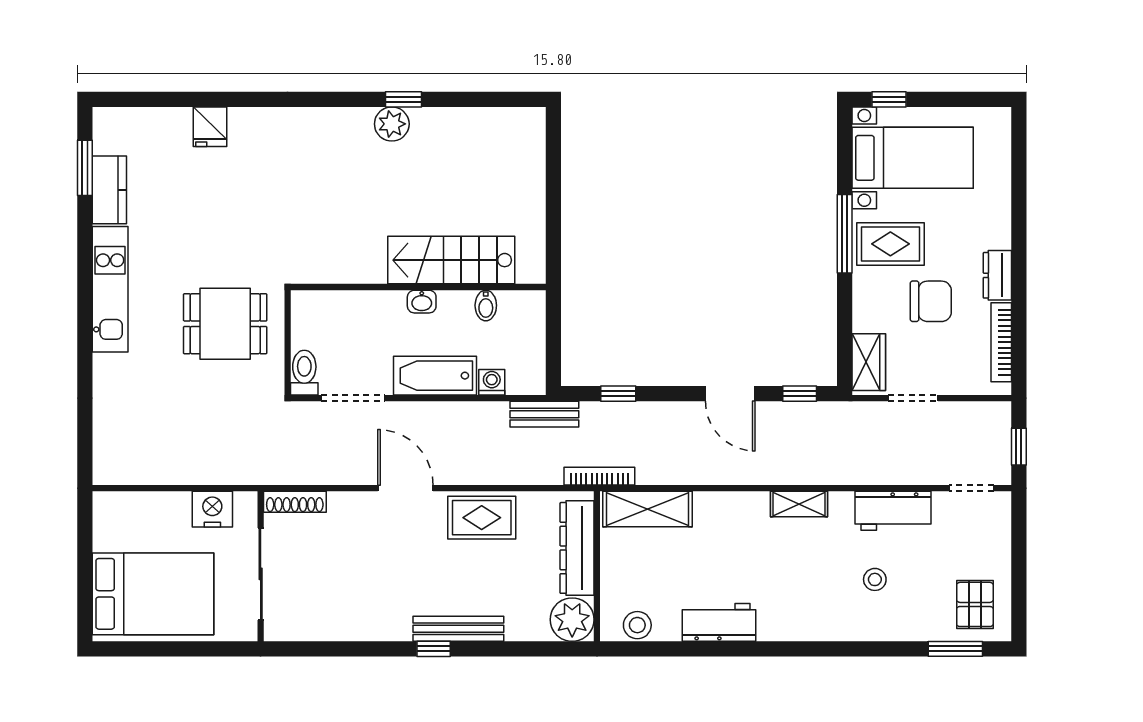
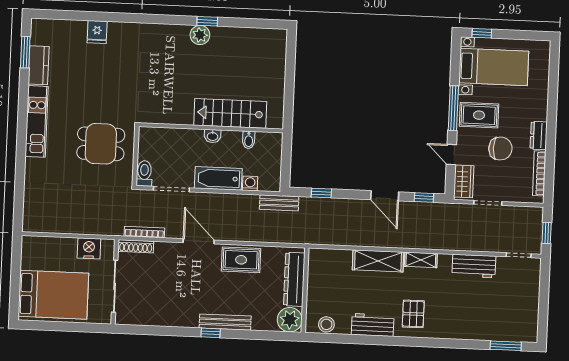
door: (845, 316) -> (451, 154), added
bookcase: (599, 476) -> (144, 232), moved
shelving: (648, 509) -> (378, 261), moved
stool: (875, 579) -> (462, 304), removed
pallet: (975, 604) -> (413, 314), moved

